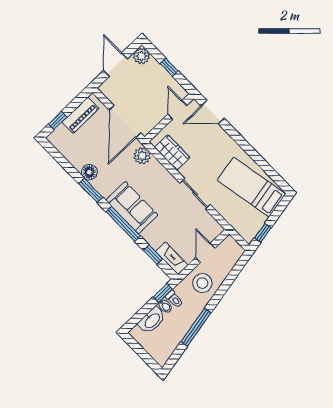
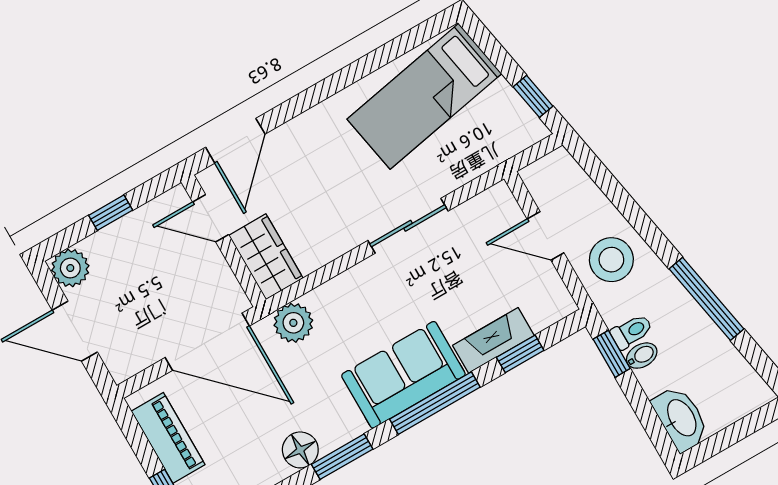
wardrobe: (172, 152) -> (266, 257), moved, turned 90
fireplace: (172, 258) -> (493, 340), moved
washbasin: (152, 320) -> (681, 418), moved

